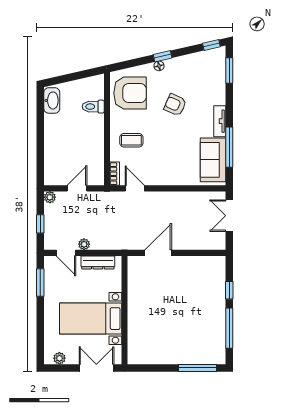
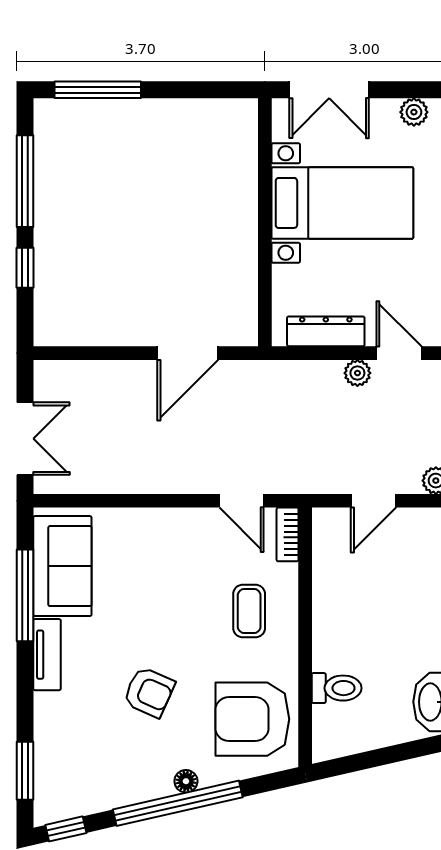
window: (163, 56) -> (178, 803), width x3.17
coffee table: (131, 140) -> (249, 611), turned 90

